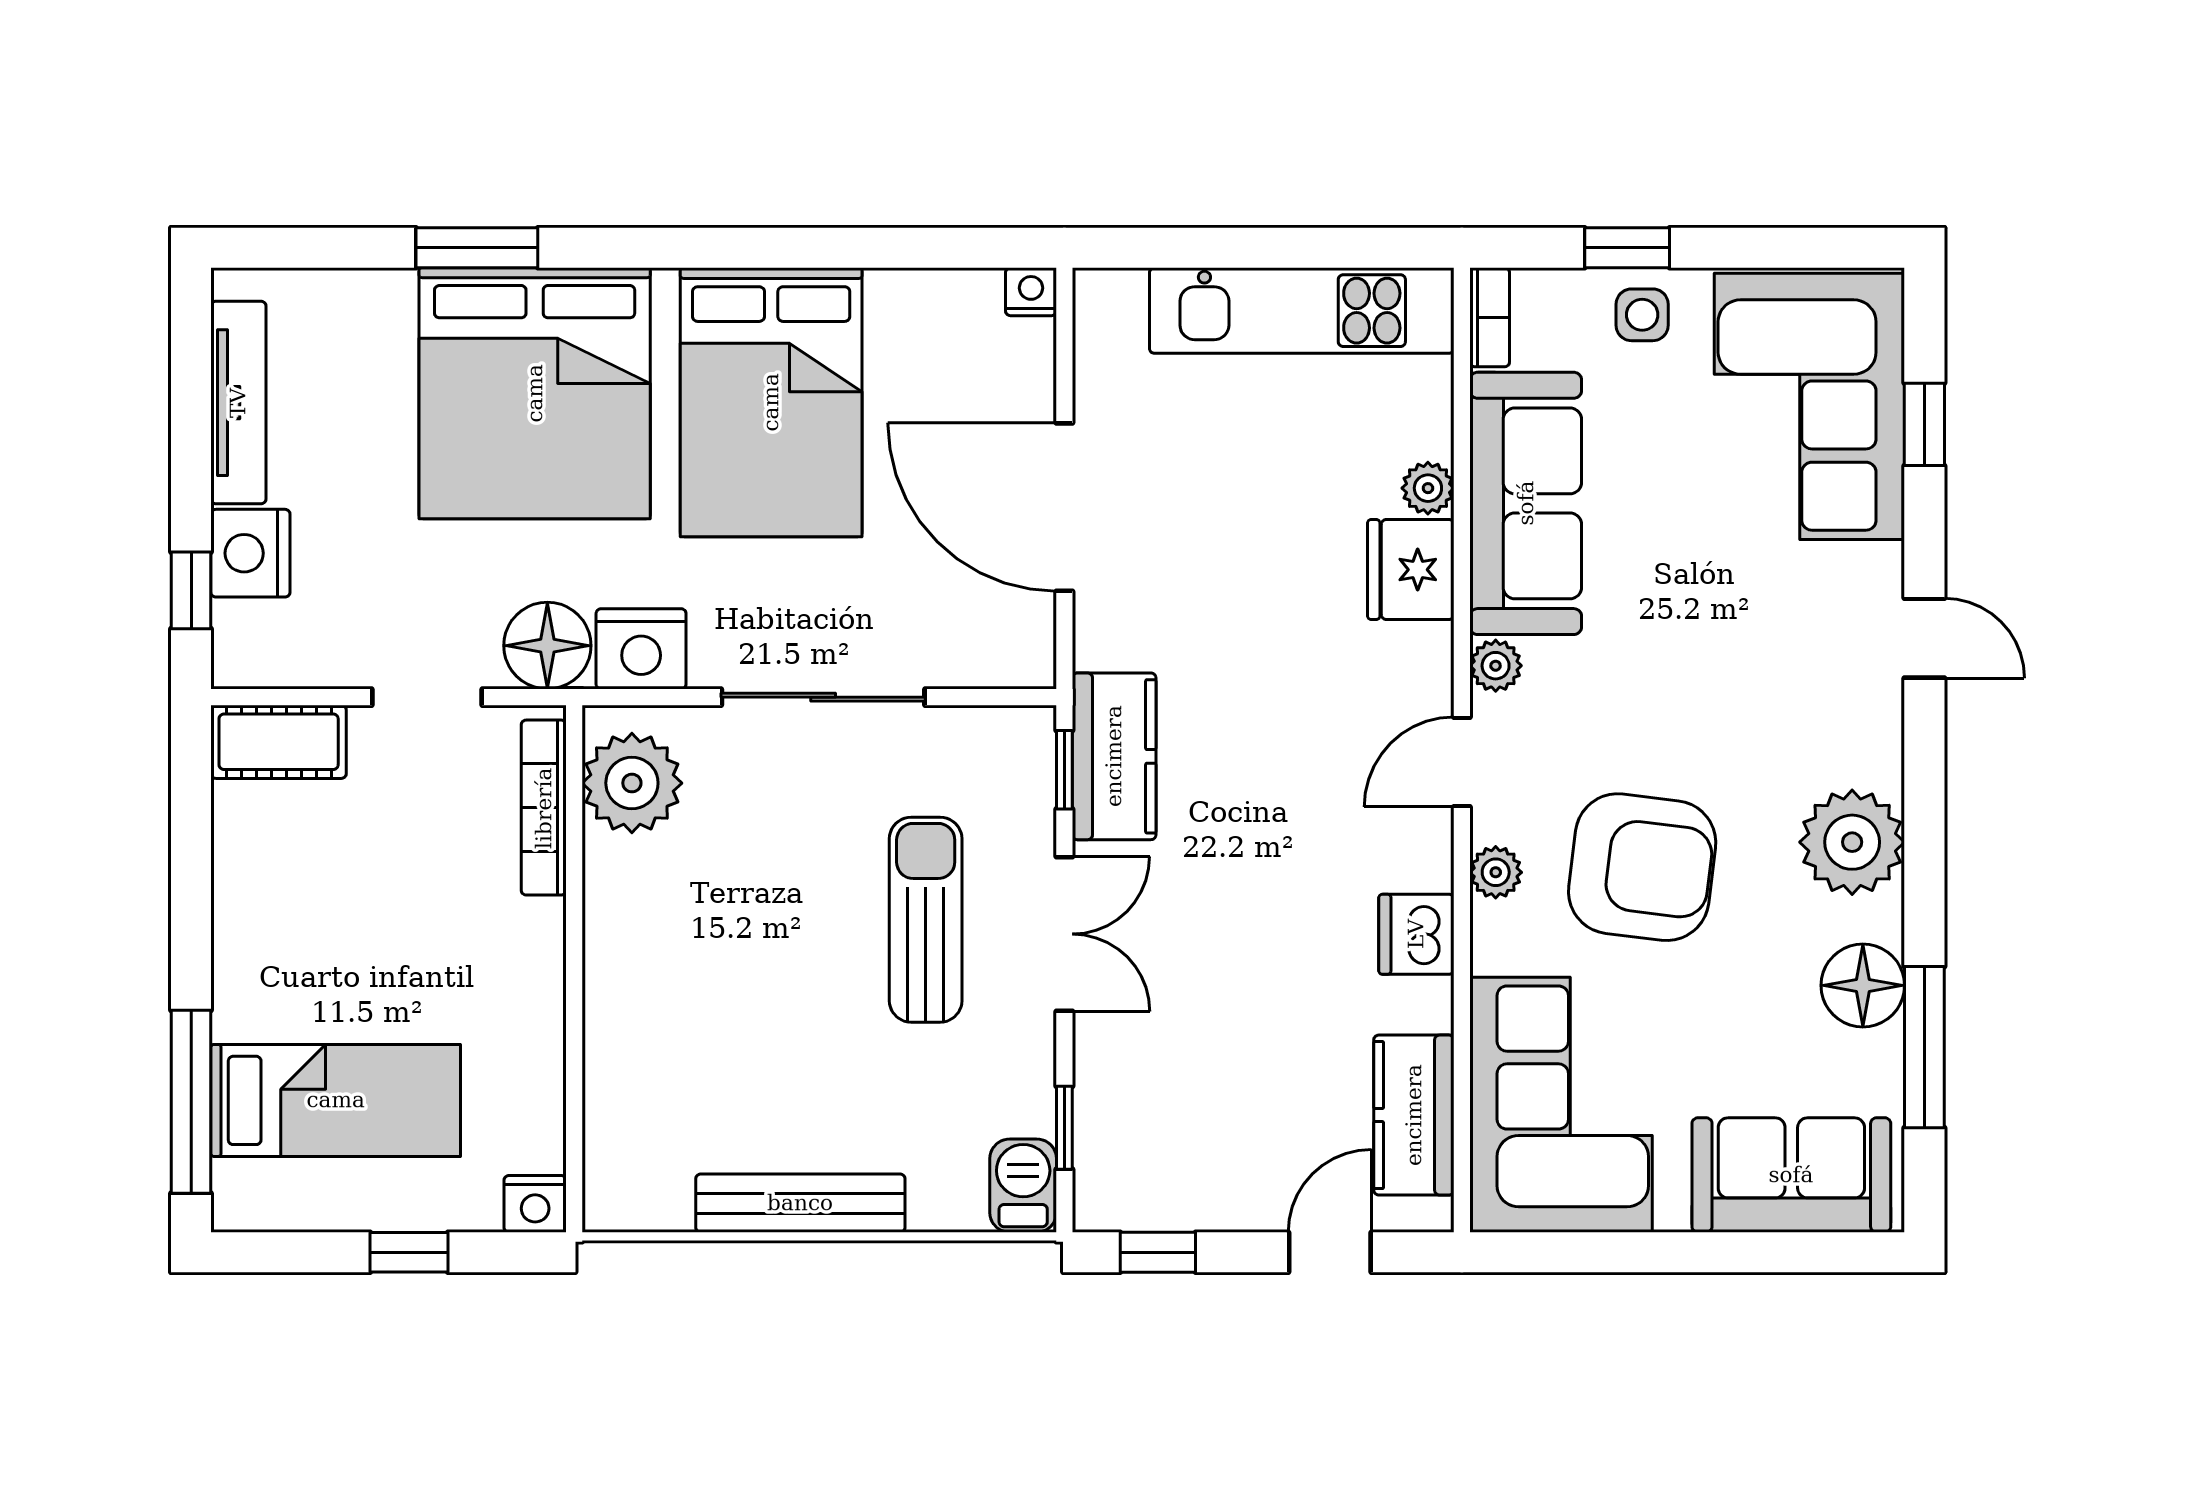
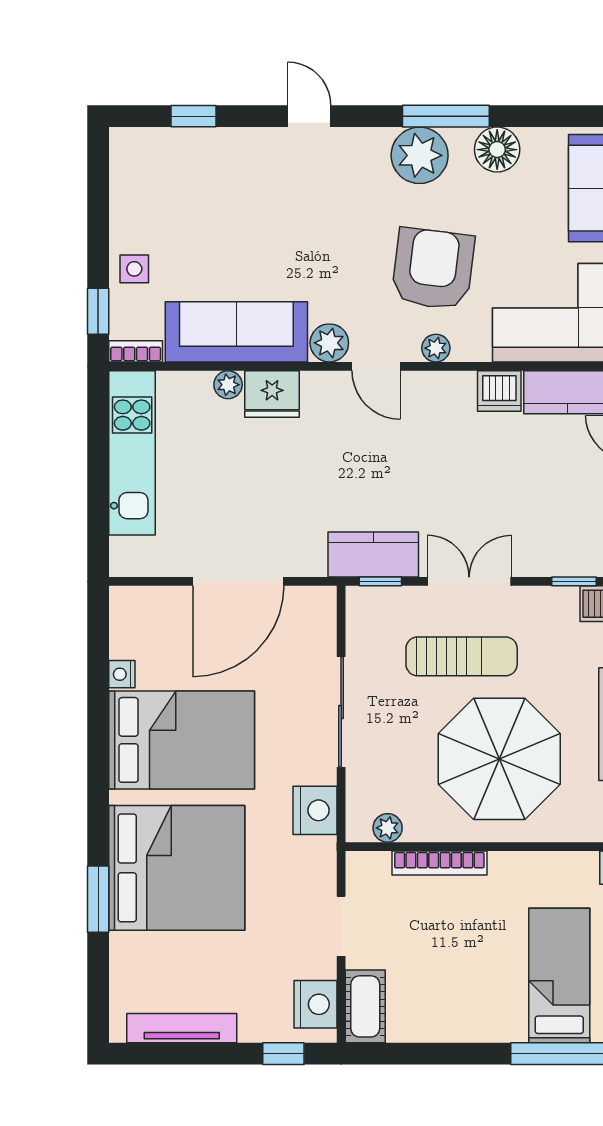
window: (1627, 248) -> (98, 311), moved
nightstand: (1031, 292) -> (122, 674), moved
corner sofa: (1809, 406) -> (184, 178), removed
nightstand: (250, 553) -> (315, 1004), moved, turned -90
door: (1924, 638) -> (309, 116), hinge flipped
floor lamp: (547, 646) -> (313, 861), removed
plant: (1496, 666) -> (329, 343), width x1.38, depth x1.38
plant: (632, 783) -> (388, 828), width x0.53, depth x0.53
bookcase: (544, 808) -> (439, 863), moved
sun lounger: (926, 920) -> (462, 656), turned 180
dishwasher: (1416, 934) -> (499, 391), moved
parasol: (736, 989) -> (499, 759), added
window: (1924, 1047) -> (446, 116), moved

